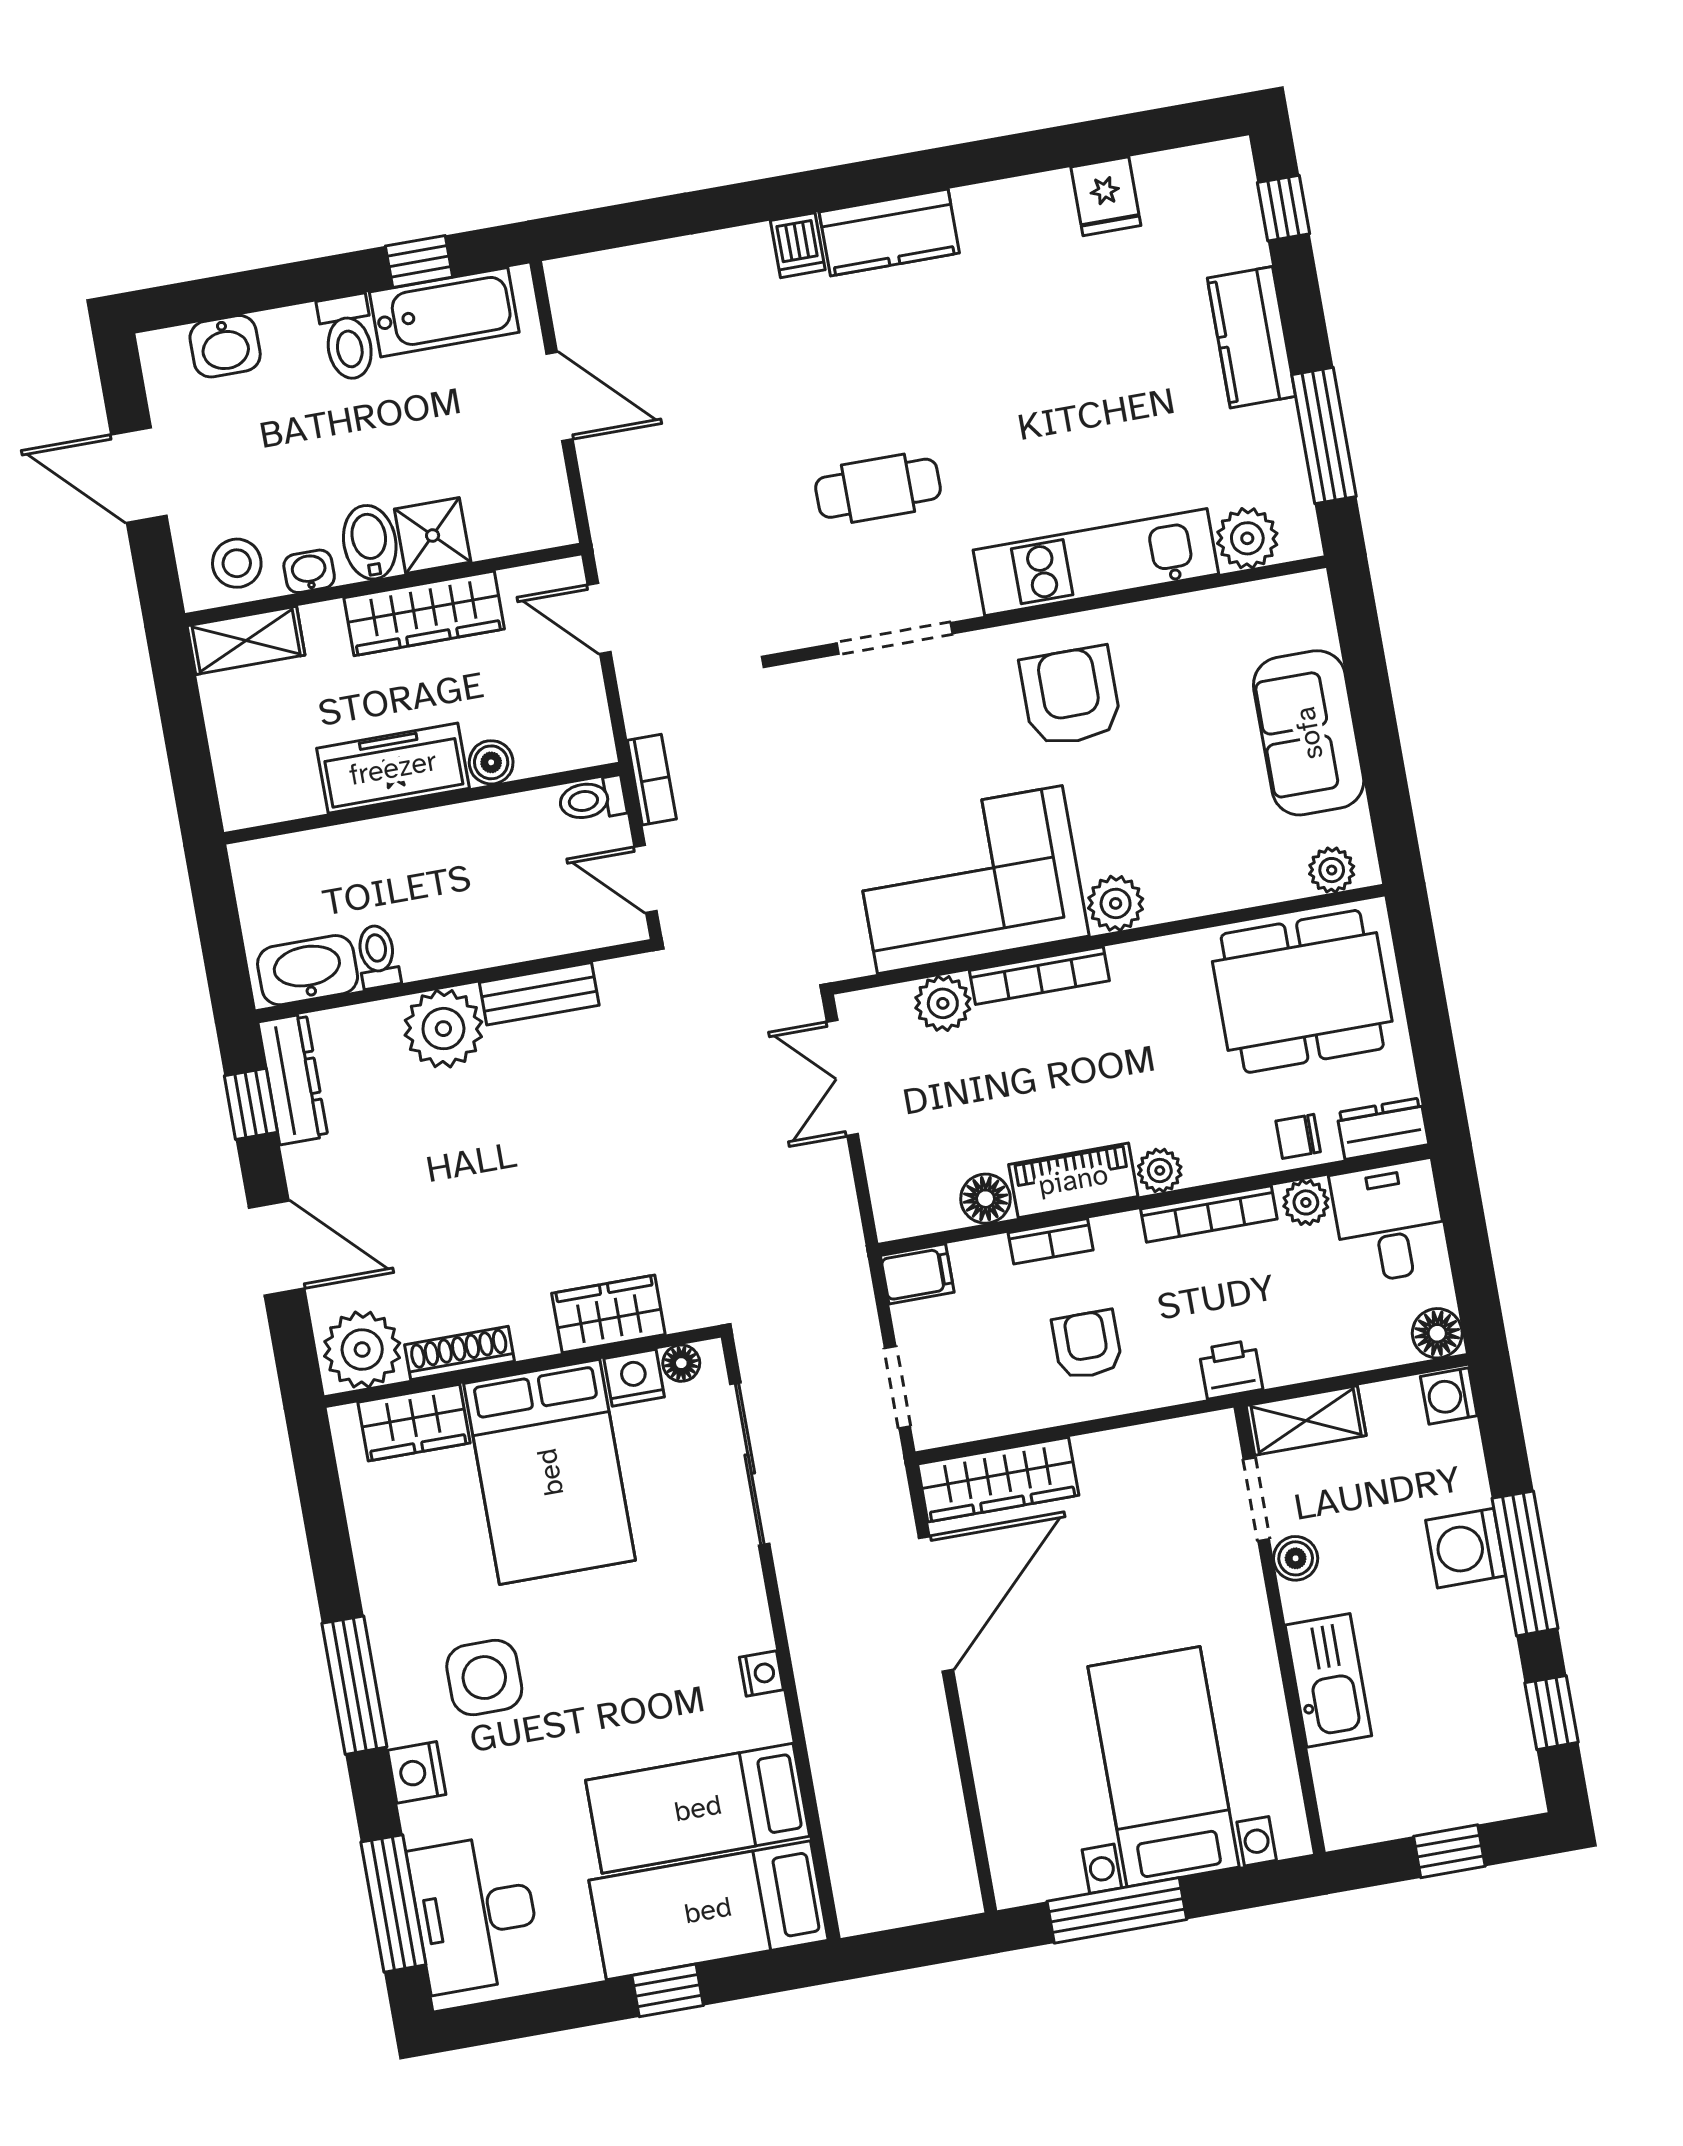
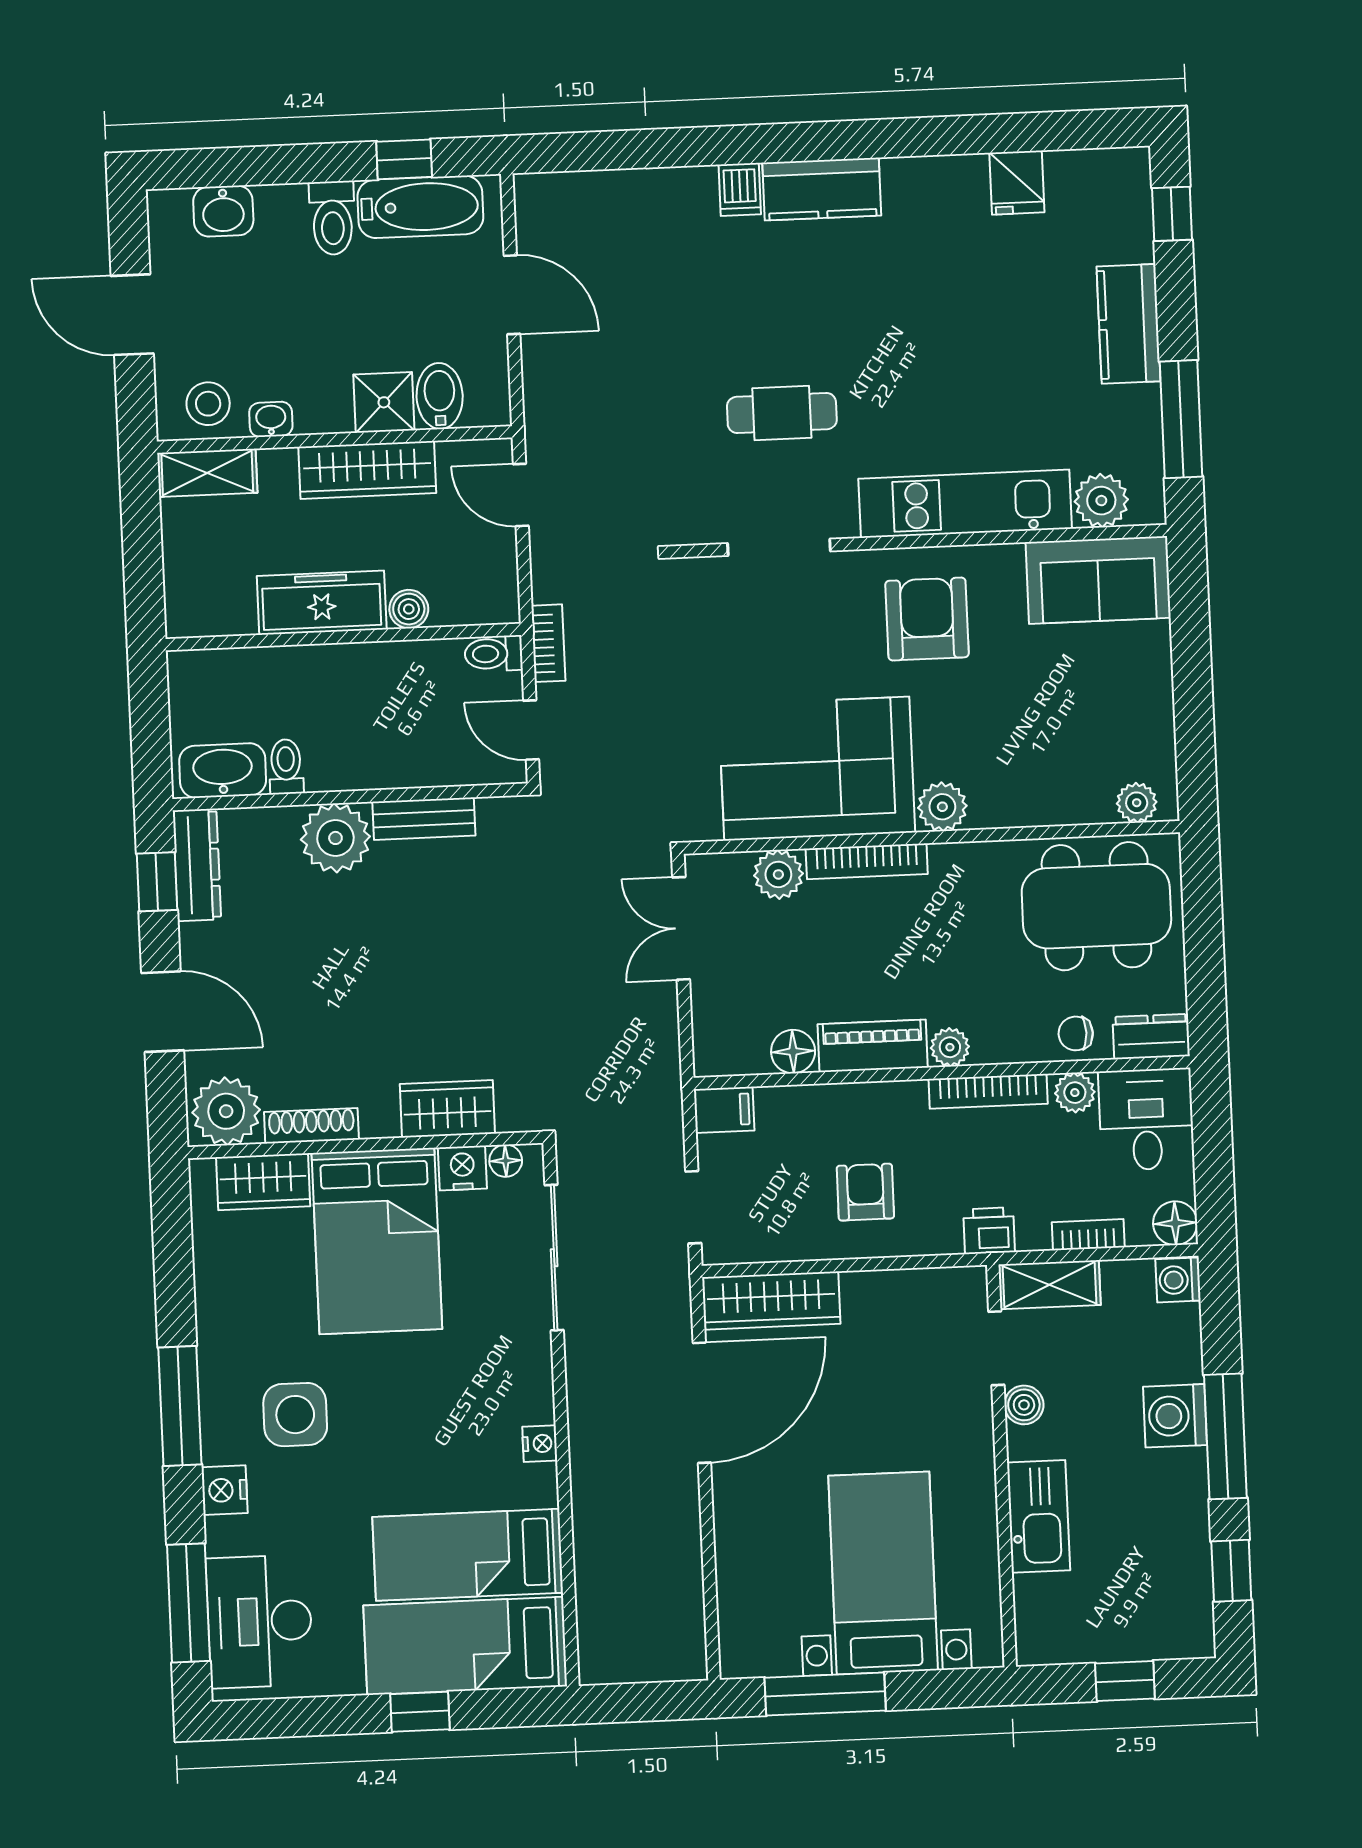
bidet: (370, 542) -> (440, 396), moved
sofa: (1309, 733) -> (1098, 580), moved, turned -90
bookcase: (1051, 1241) -> (1088, 1235), moved, turned 180

